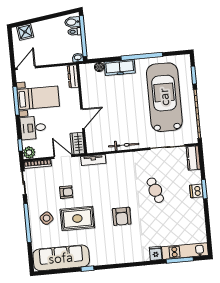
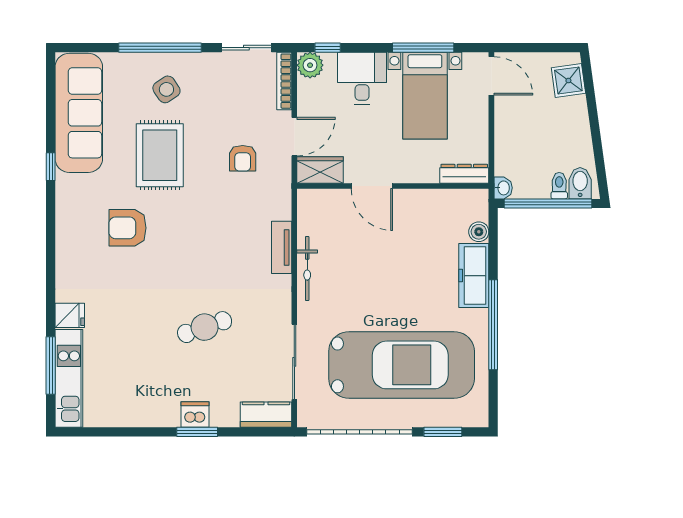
tv unit: (93, 160) -> (282, 247), moved
armchair: (66, 192) -> (243, 158), moved
armchair: (122, 216) -> (128, 228), moved

